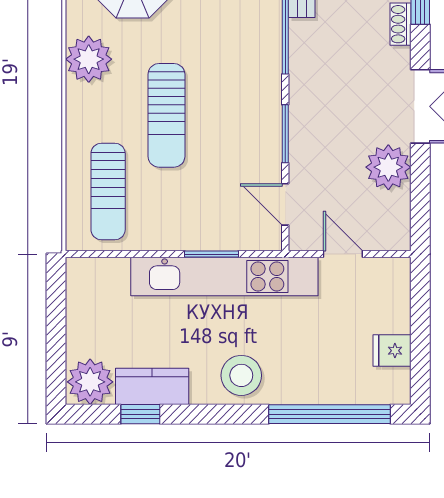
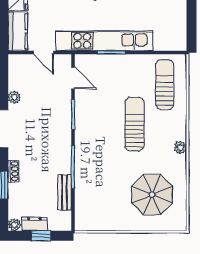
plant: (89, 59) -> (180, 148), width x0.53, depth x0.53
plant: (388, 167) -> (14, 97), width x0.53, depth x0.53
kitchen counter: (392, 295) -> (18, 31), added

